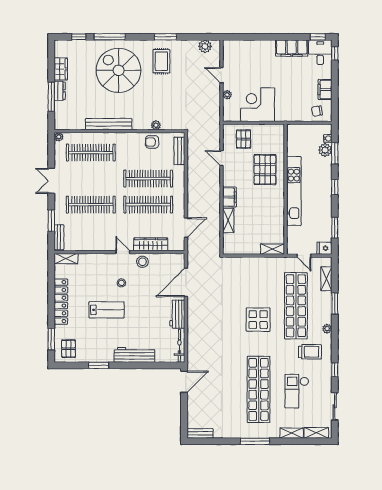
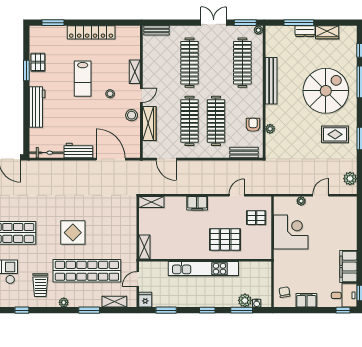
shelving: (228, 220) -> (151, 202), moved
window: (51, 221) -> (245, 23), moved
shelving: (66, 259) -> (135, 72), moved
pallet: (69, 349) -> (38, 62), moved, turned 90

